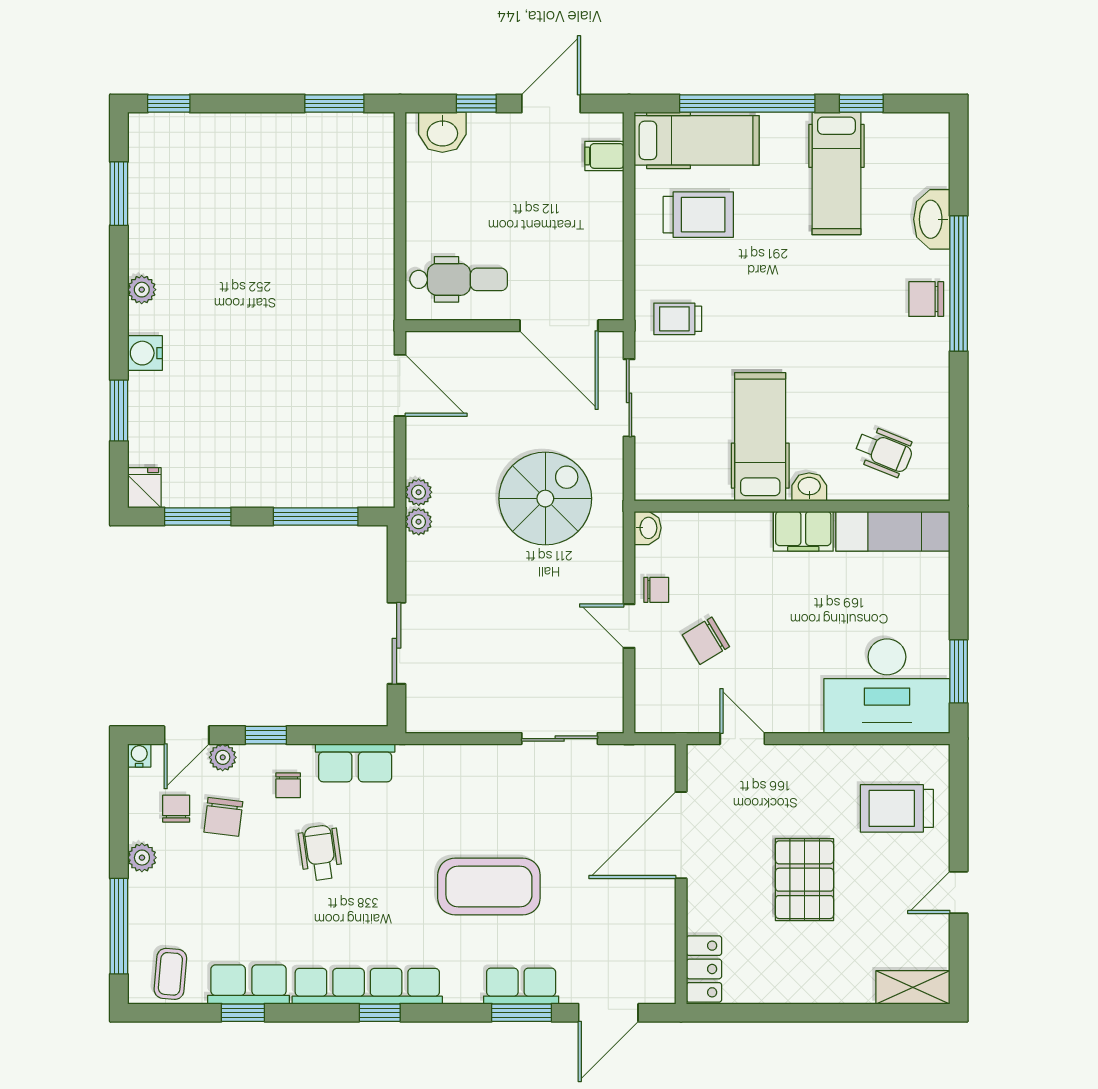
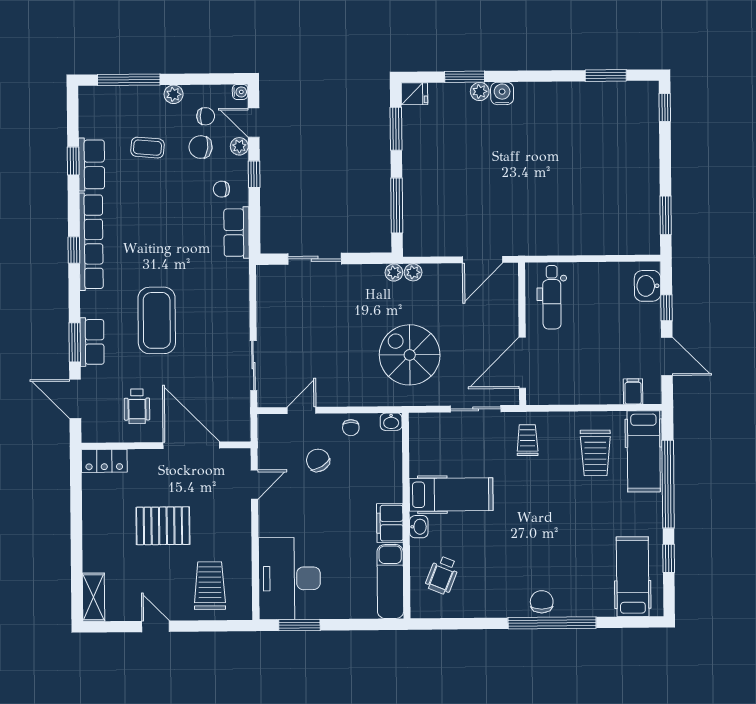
hospital bed: (836, 173) -> (633, 577), moved, turned 90
washbasin: (932, 219) -> (594, 605), removed
plant: (142, 290) -> (480, 92), moved
spiral stairs: (545, 499) -> (410, 355), turned 180
door: (629, 626) -> (302, 410), moved
wheelchair: (320, 853) -> (137, 406), moved, turned 98
coffee table: (170, 974) -> (147, 148), moved

